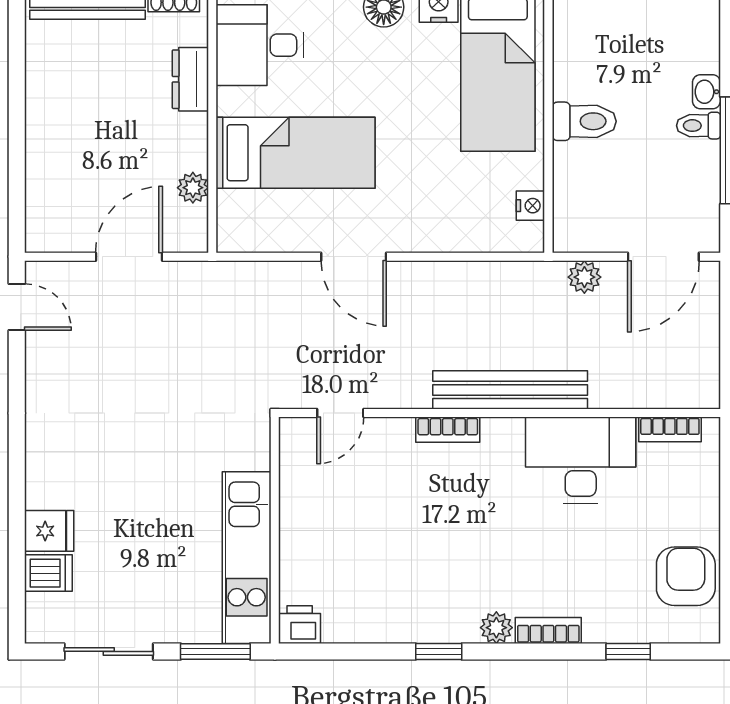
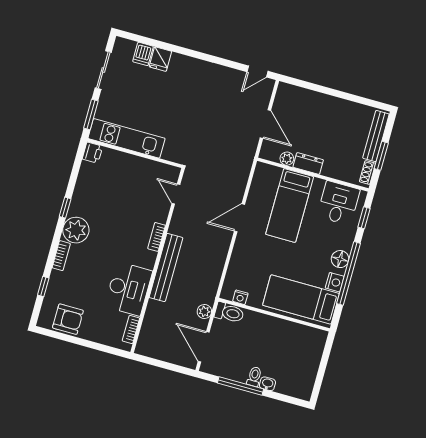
dresser: (190, 79) -> (308, 163), moved
toilet: (584, 121) -> (229, 313), moved, turned -90
plant: (496, 628) -> (76, 230), width x1.87, depth x1.87

